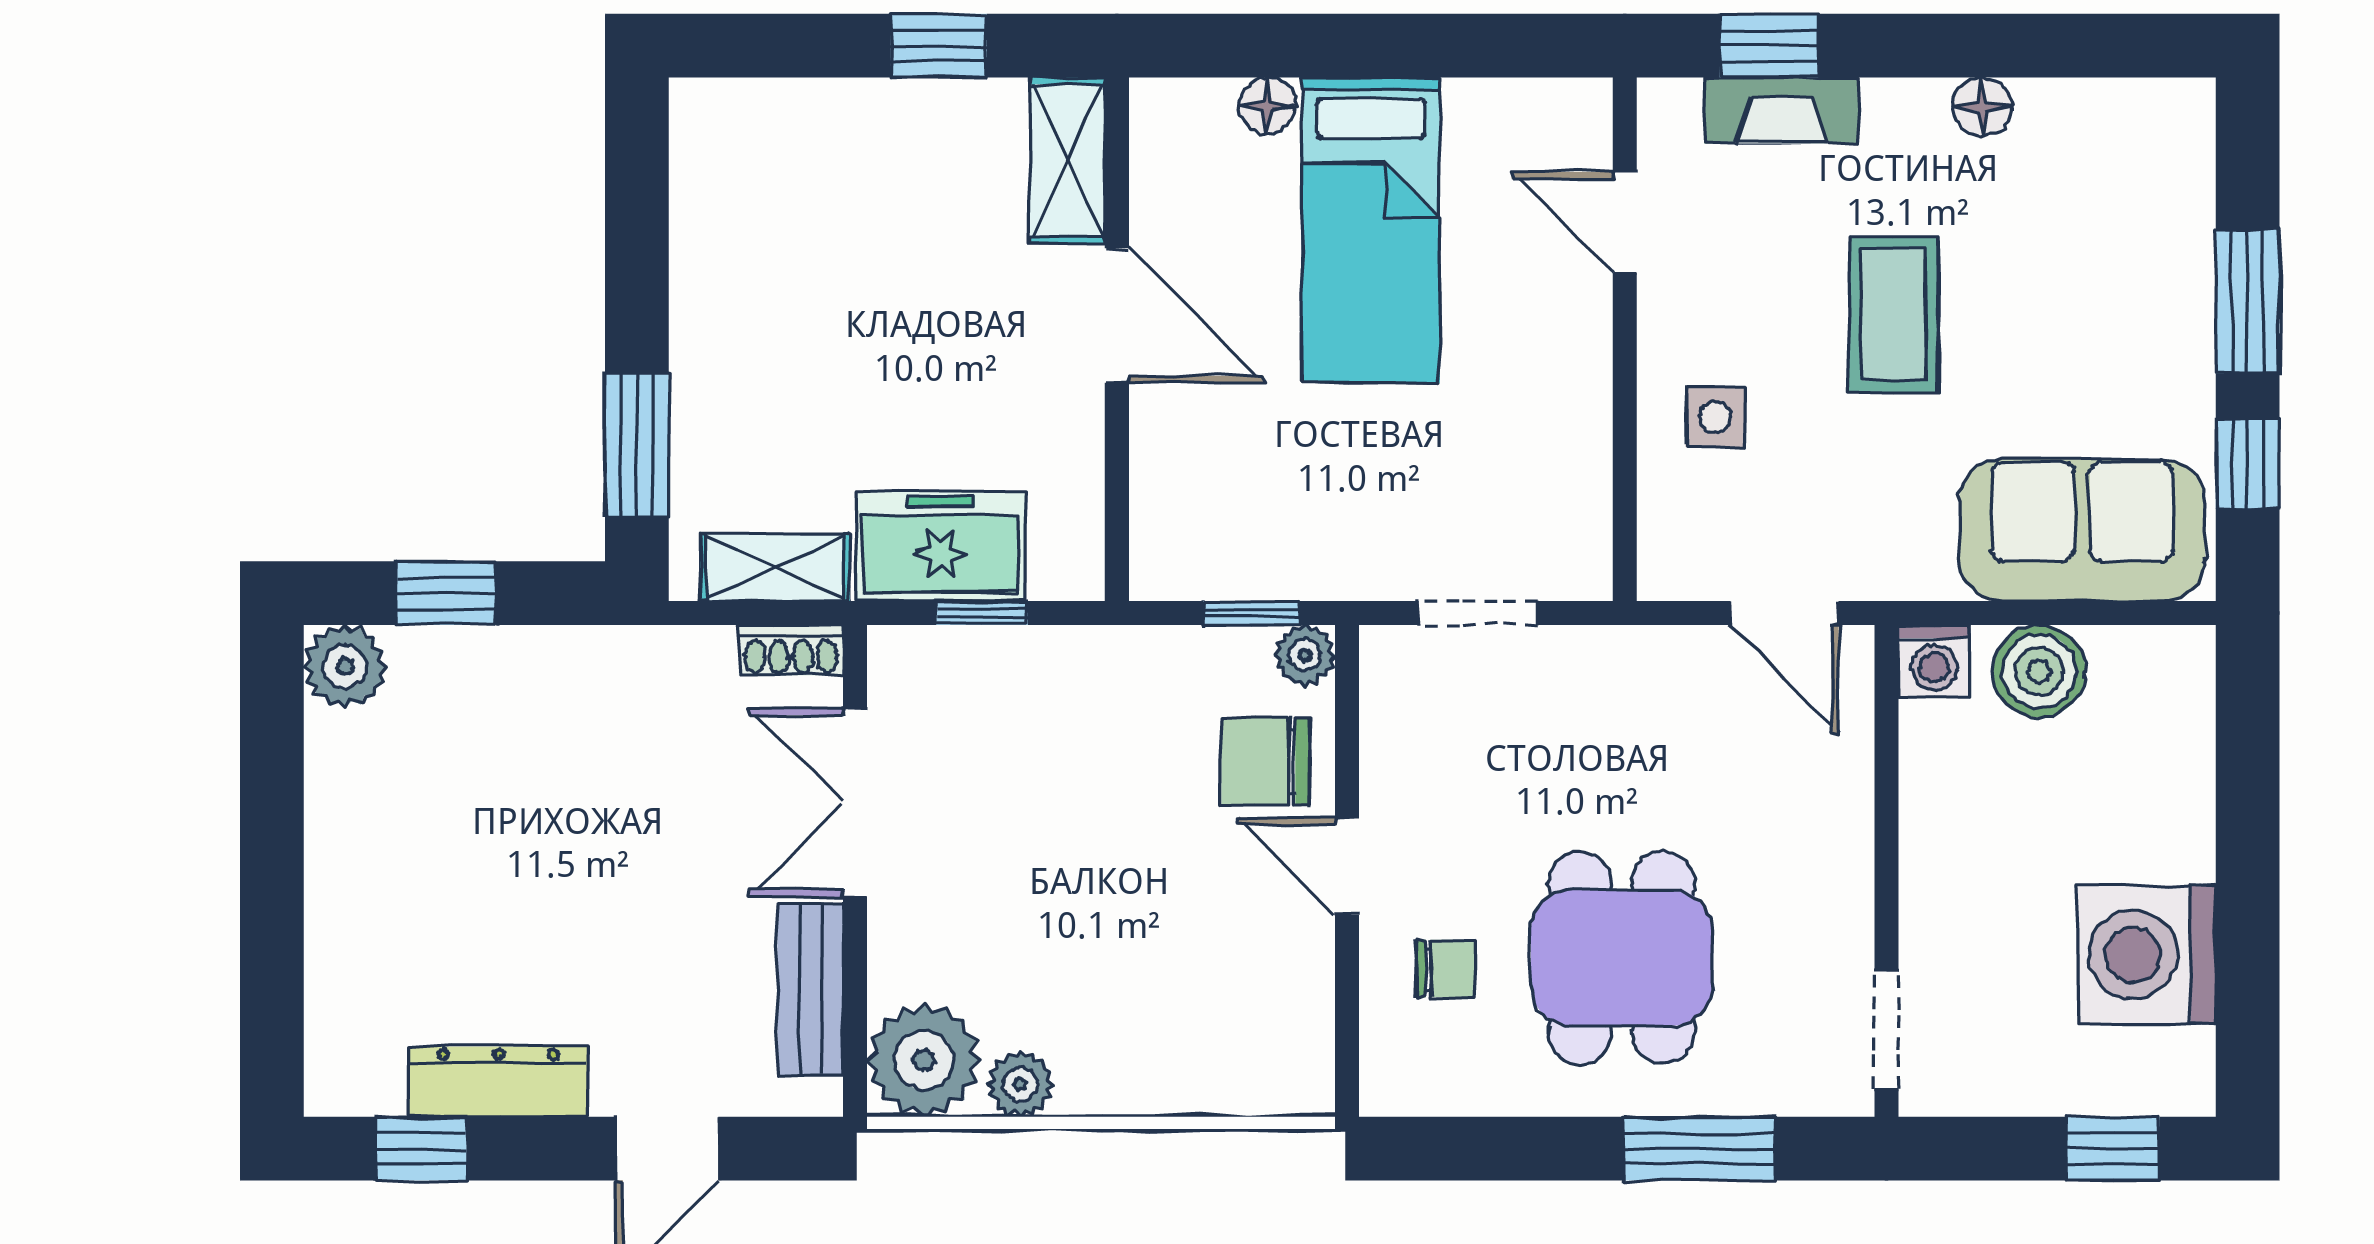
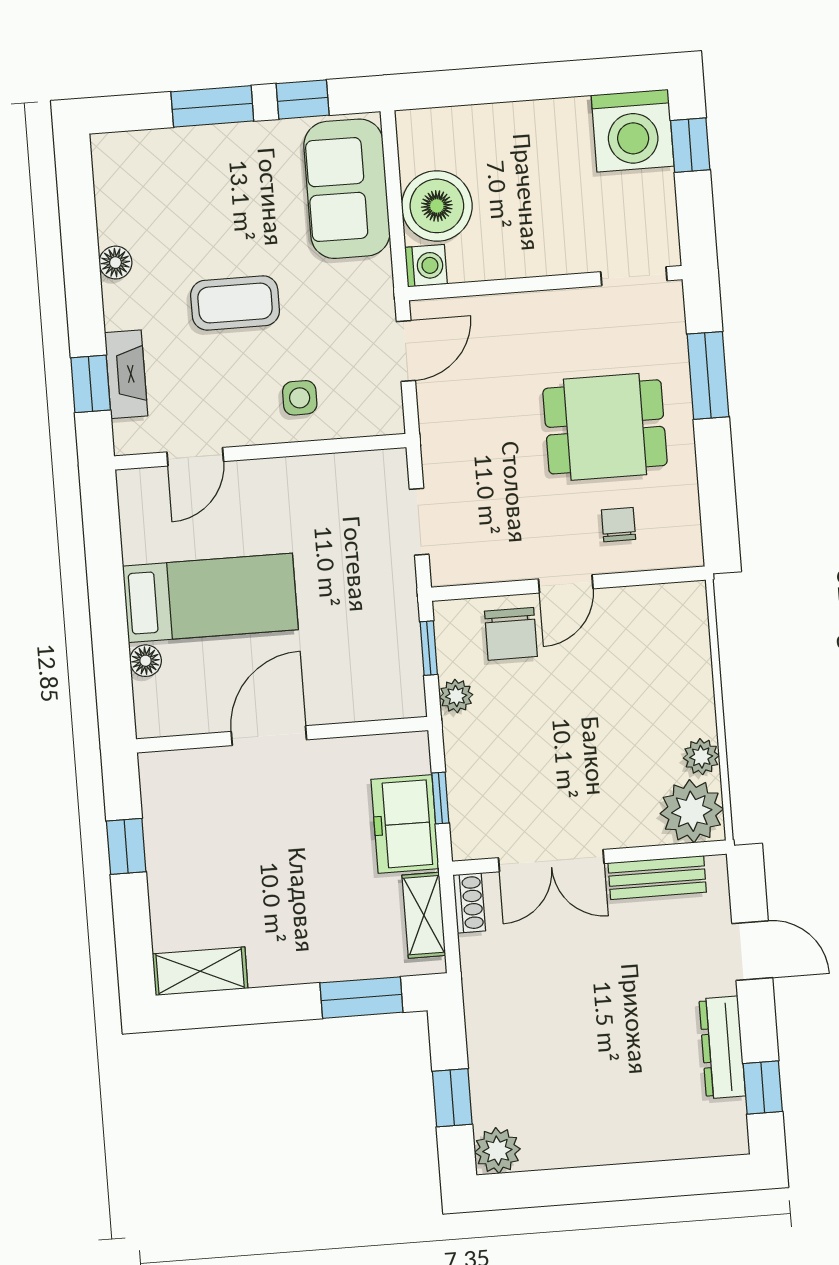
shelving: (1068, 161) -> (200, 971), moved
plant: (1305, 655) -> (456, 696), moved
boiler: (2039, 671) -> (437, 206), width x1.37, depth x1.37
washing machine: (2147, 955) -> (633, 131), moved

